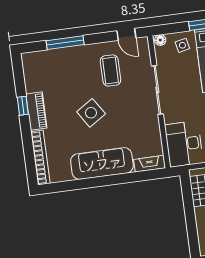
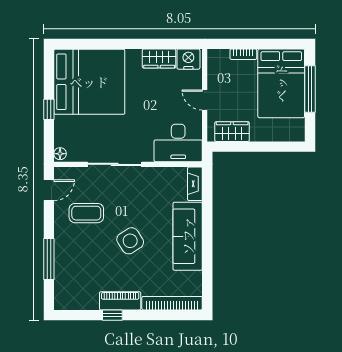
side table: (182, 45) -> (69, 130), removed

